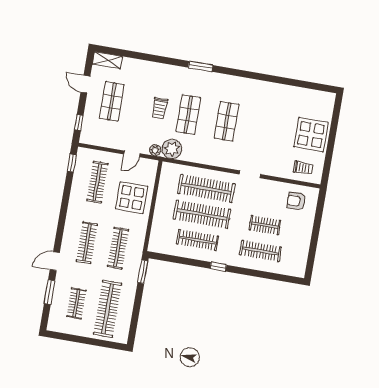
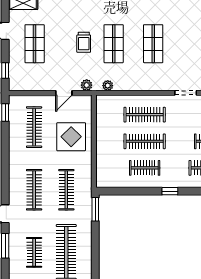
plant: (172, 149) -> (108, 86), width x0.53, depth x0.53
clothes rail: (206, 189) -> (145, 115), width x0.73, depth x0.76
clothes rail: (202, 214) -> (145, 141), width x0.73, depth x0.76
clothes rail: (197, 240) -> (145, 168), width x0.73

